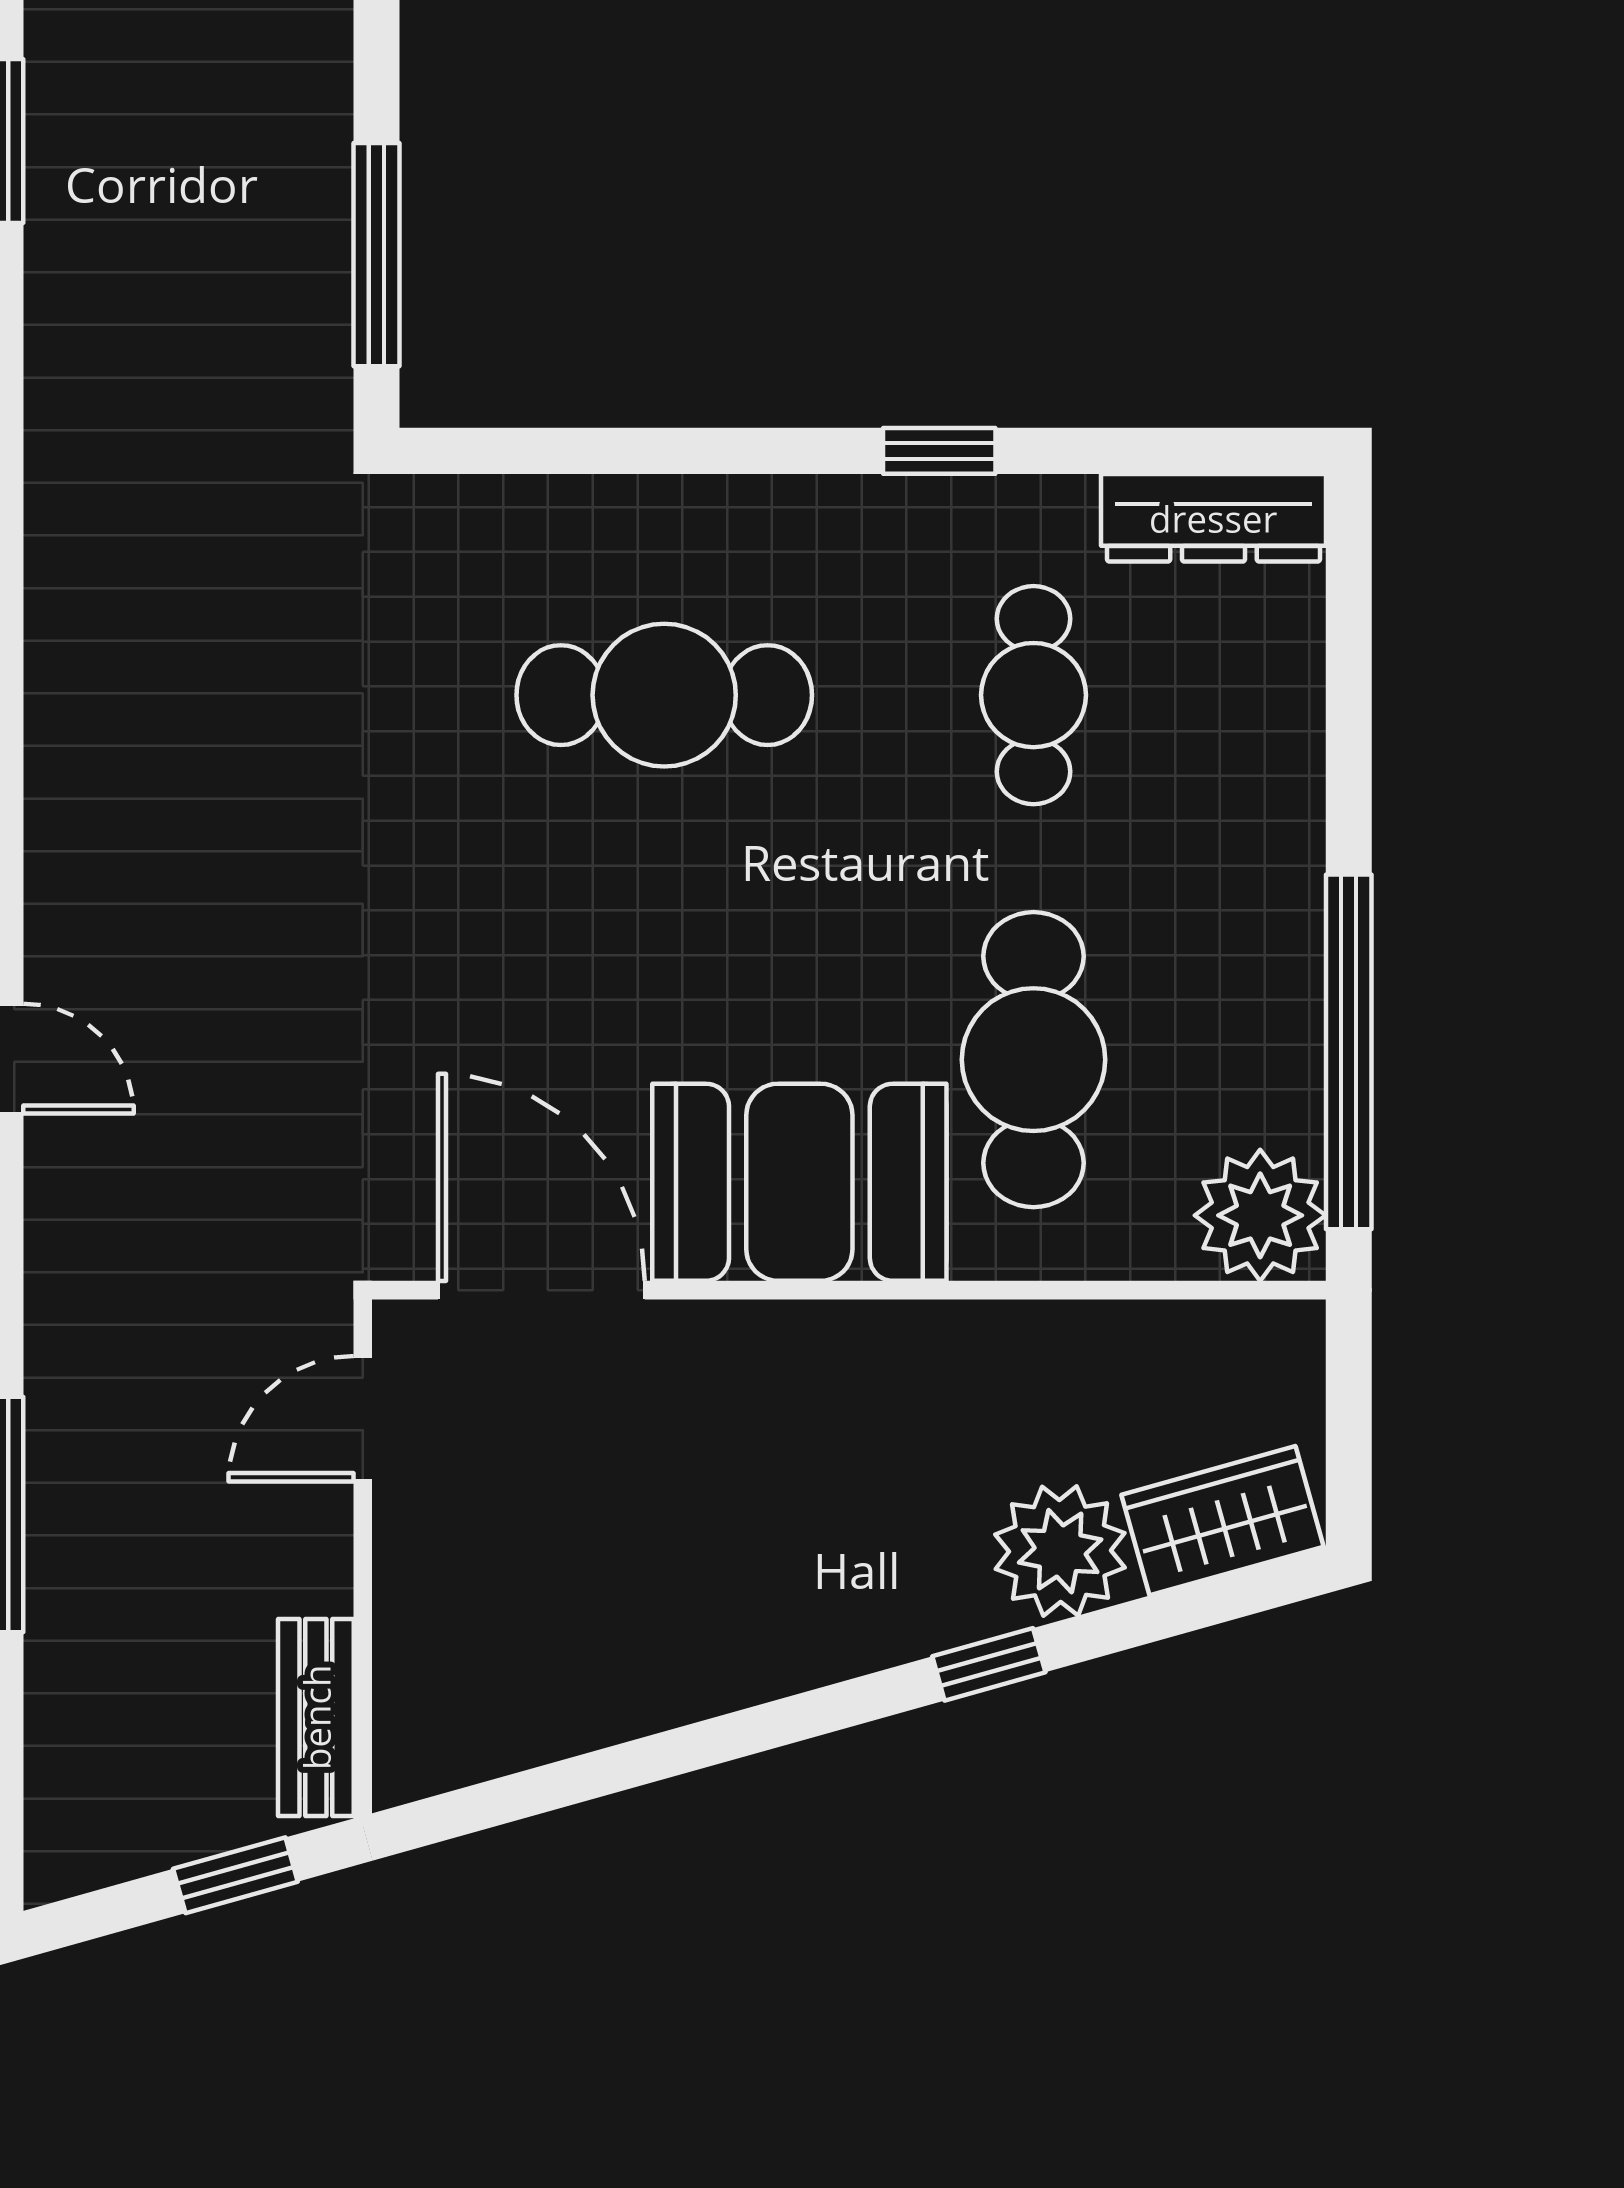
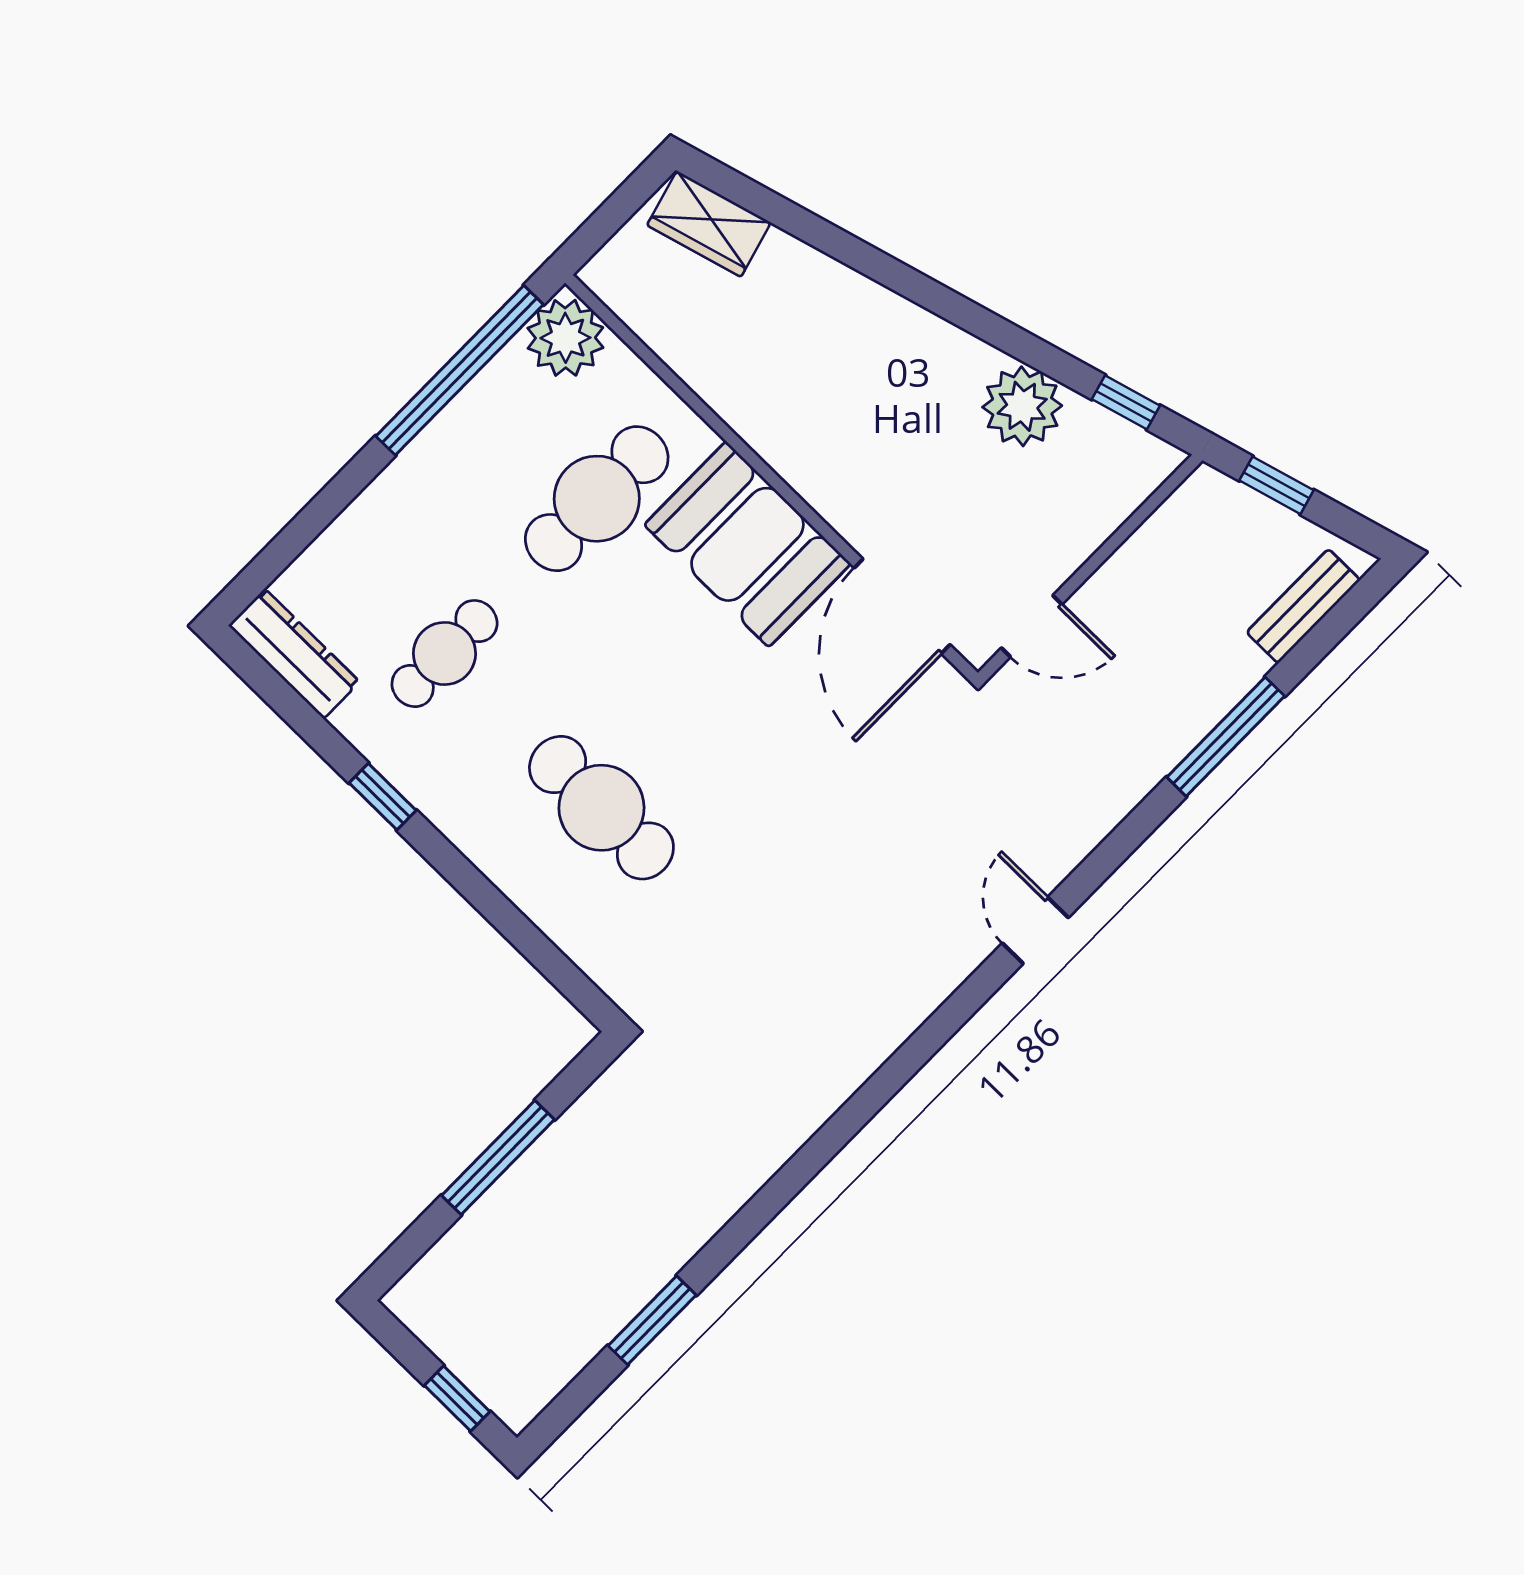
window: (377, 255) -> (498, 1157), moved
plant: (1060, 1551) -> (1022, 406), moved
window: (989, 1664) -> (1126, 402), moved
bench: (316, 1717) -> (1303, 606), moved

